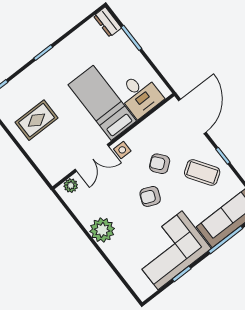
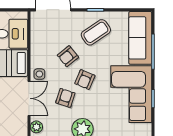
armchair: (119, 191) -> (65, 98), added

